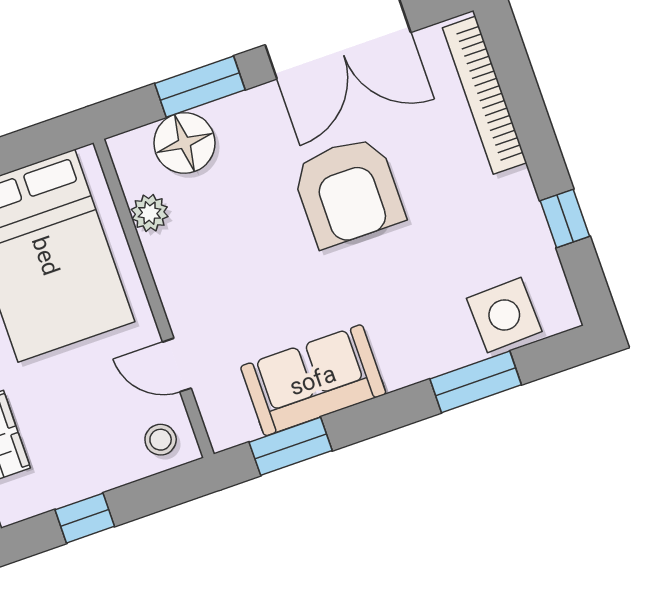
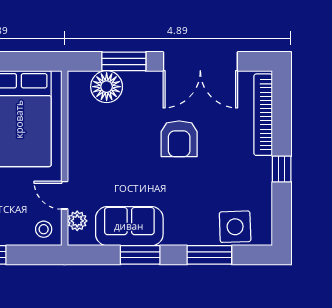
armchair: (348, 191) -> (179, 139), width x0.73, depth x0.73
plant: (150, 213) -> (77, 221), moved
window: (565, 219) -> (282, 169), moved
window: (291, 446) -> (140, 255), moved

